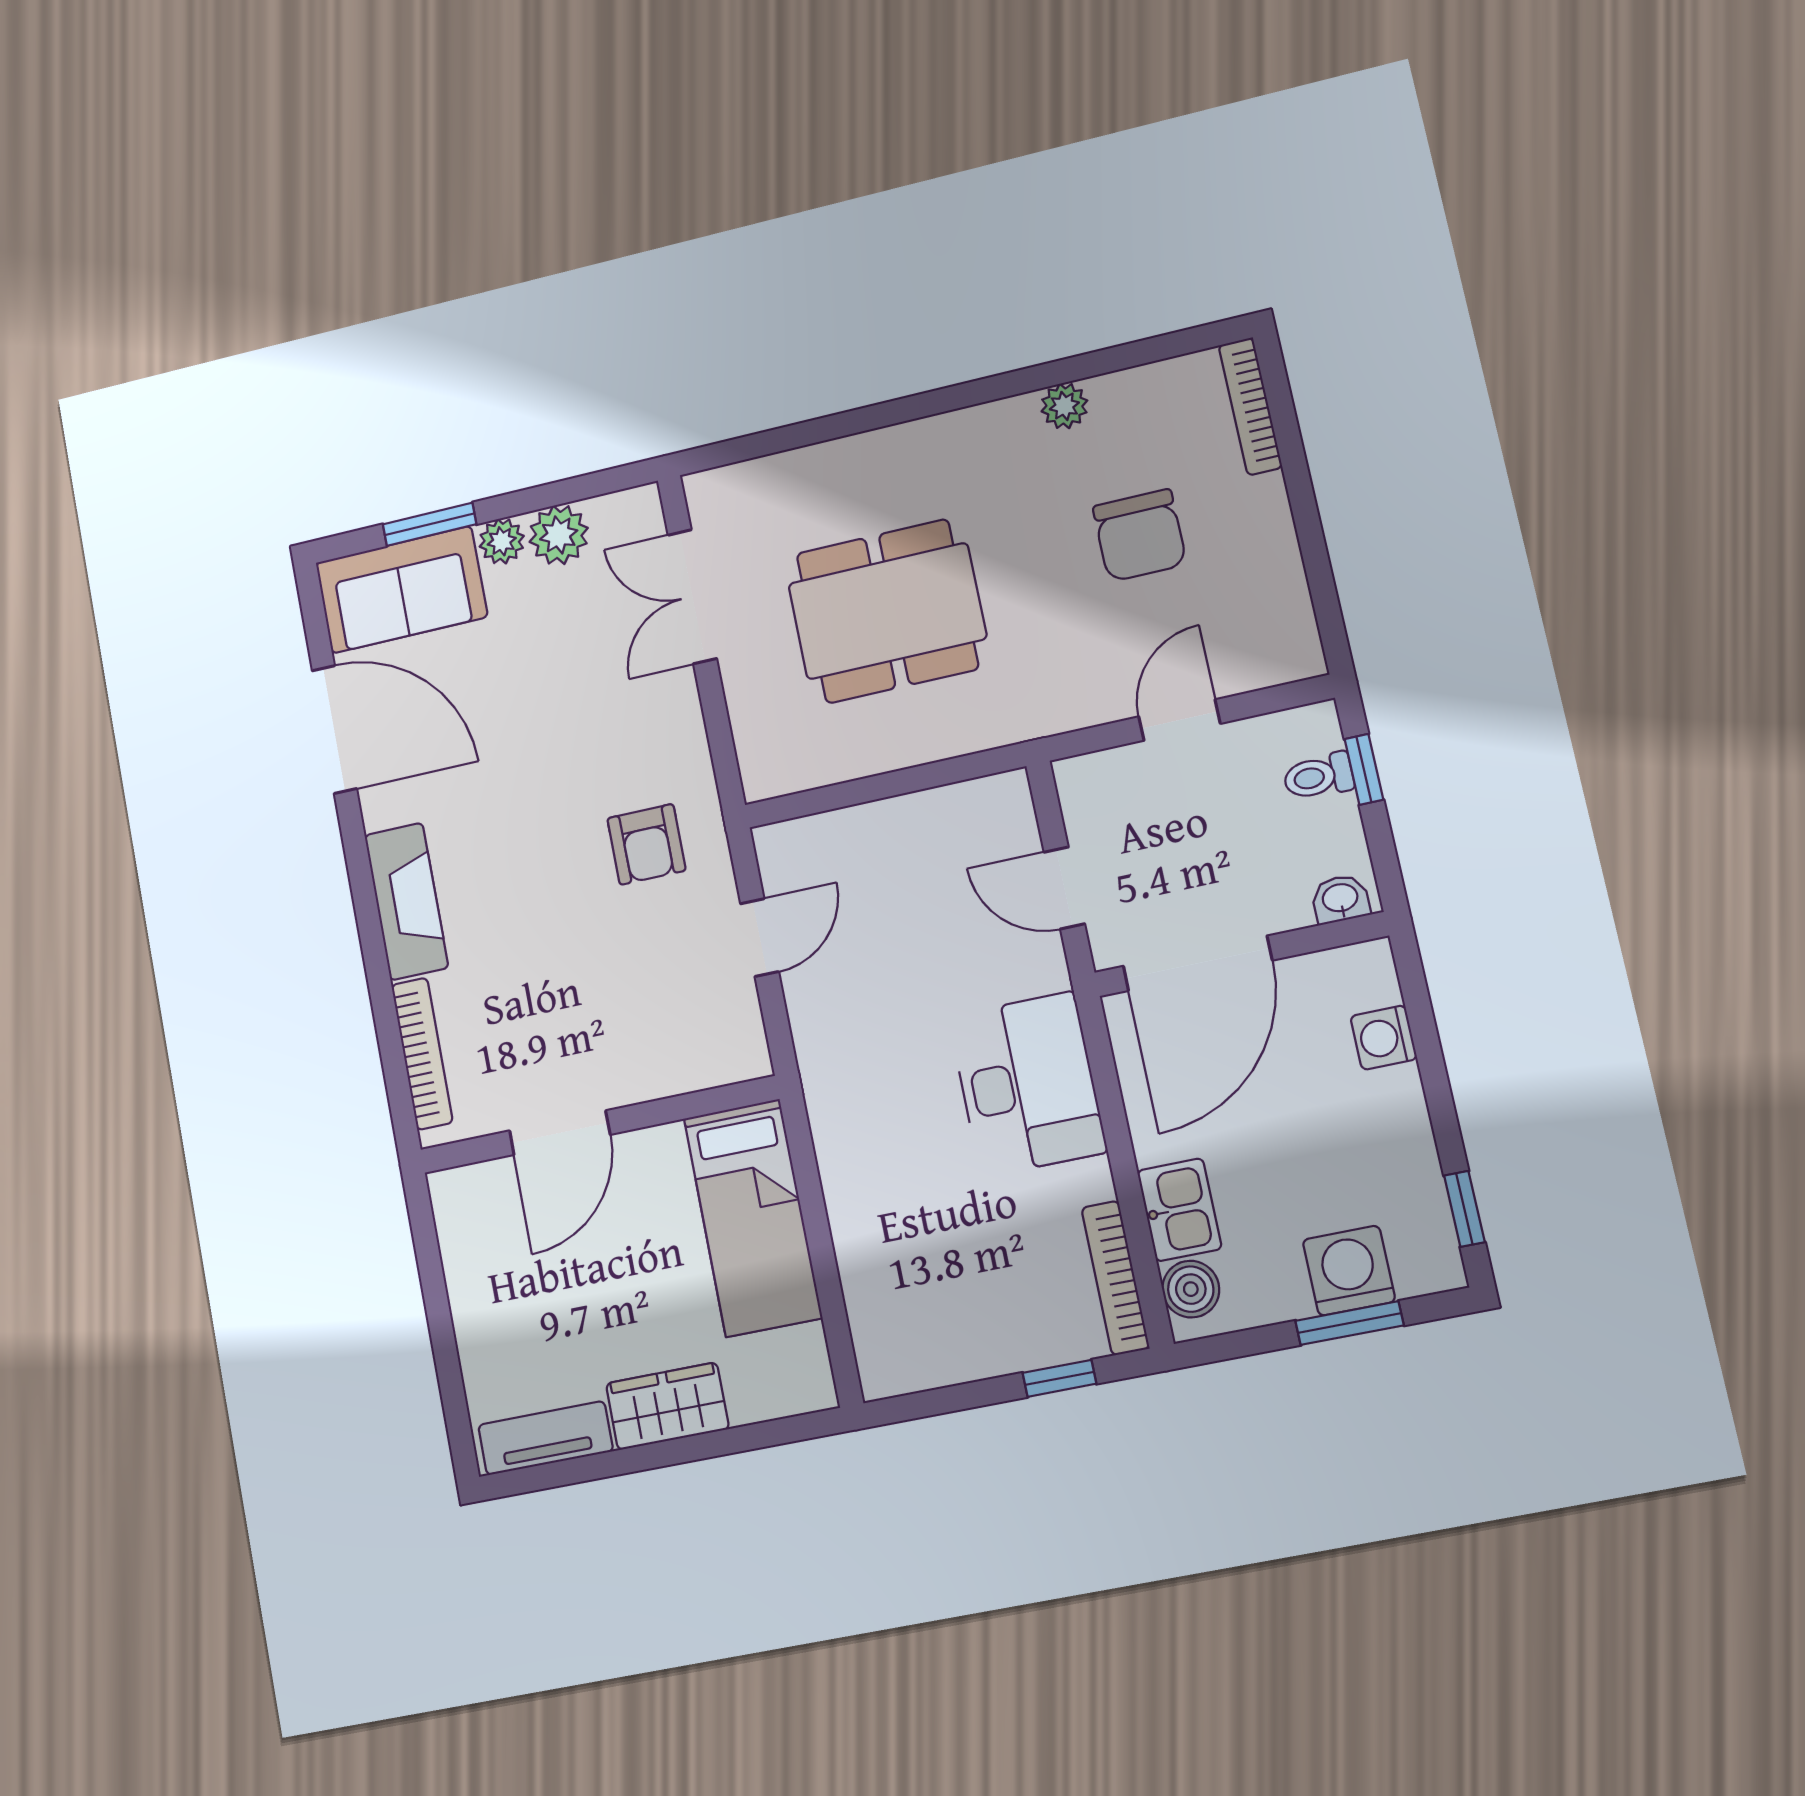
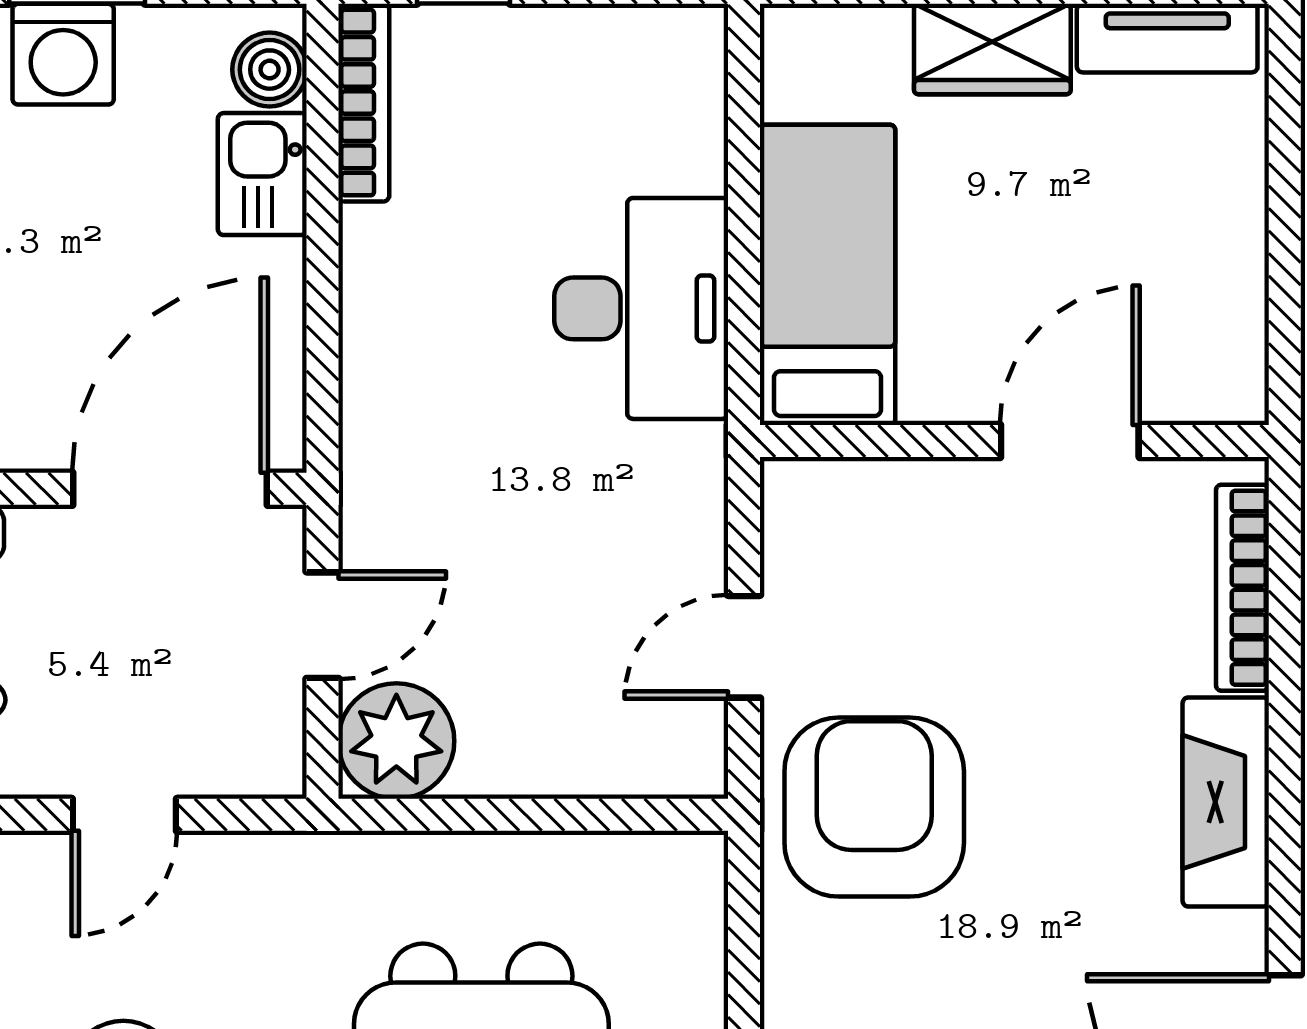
plant: (993, 816) -> (396, 741), added
armchair: (646, 844) -> (874, 807), width x1.88, depth x1.88
door: (1064, 888) -> (323, 625), hinge flipped
desk: (1028, 1084) -> (641, 308), moved, turned 180

